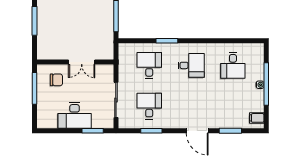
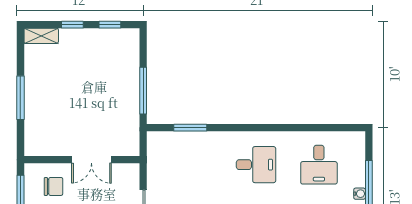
window: (167, 41) -> (190, 128), moved
desk: (149, 65) -> (193, 165), removed

